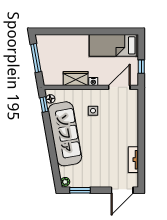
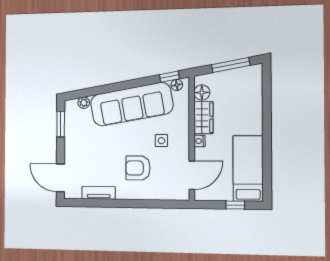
window: (141, 67) -> (235, 205), moved
floor lamp: (56, 80) -> (202, 92), added
door: (119, 87) -> (192, 175), hinge flipped
armchair: (114, 129) -> (138, 168), added
plant: (65, 182) -> (84, 103), moved

